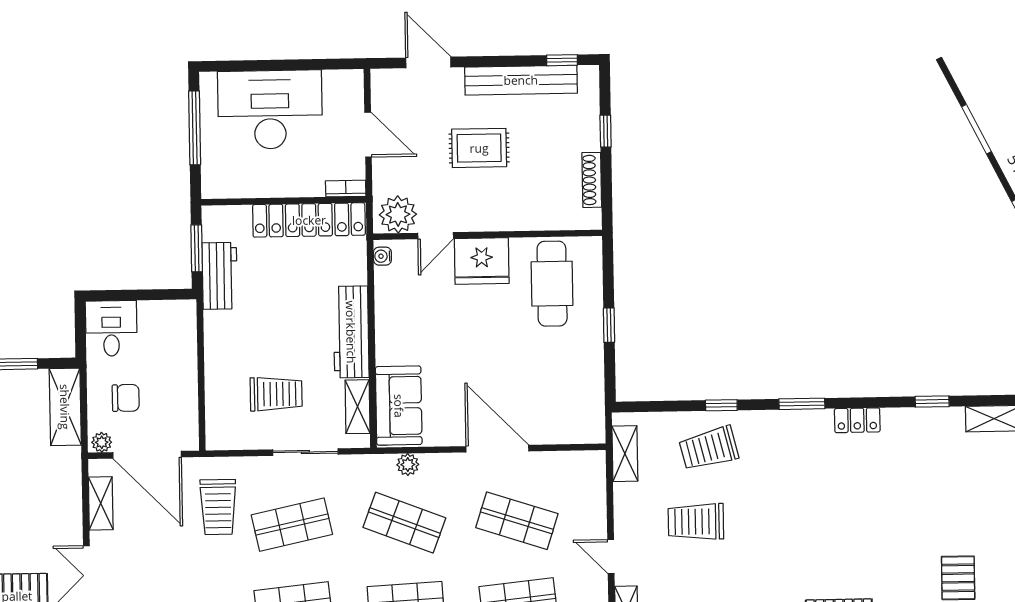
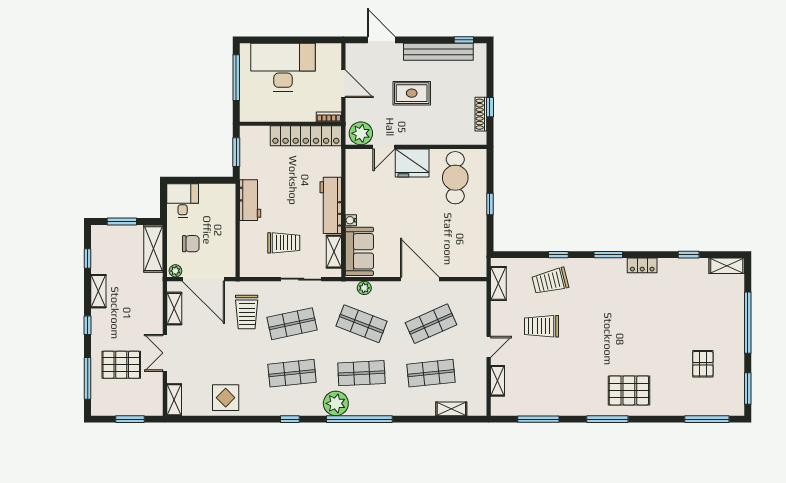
window: (606, 131) -> (490, 107), moved
water cooler: (382, 256) -> (351, 220), moved
workbench: (220, 276) -> (250, 200), moved
shop shelf: (517, 521) -> (431, 324), turned -42
door: (611, 556) -> (489, 347), swing flipped

